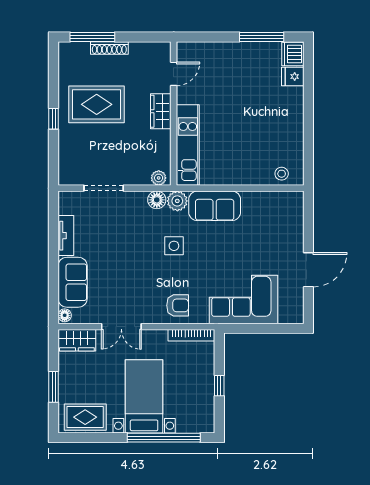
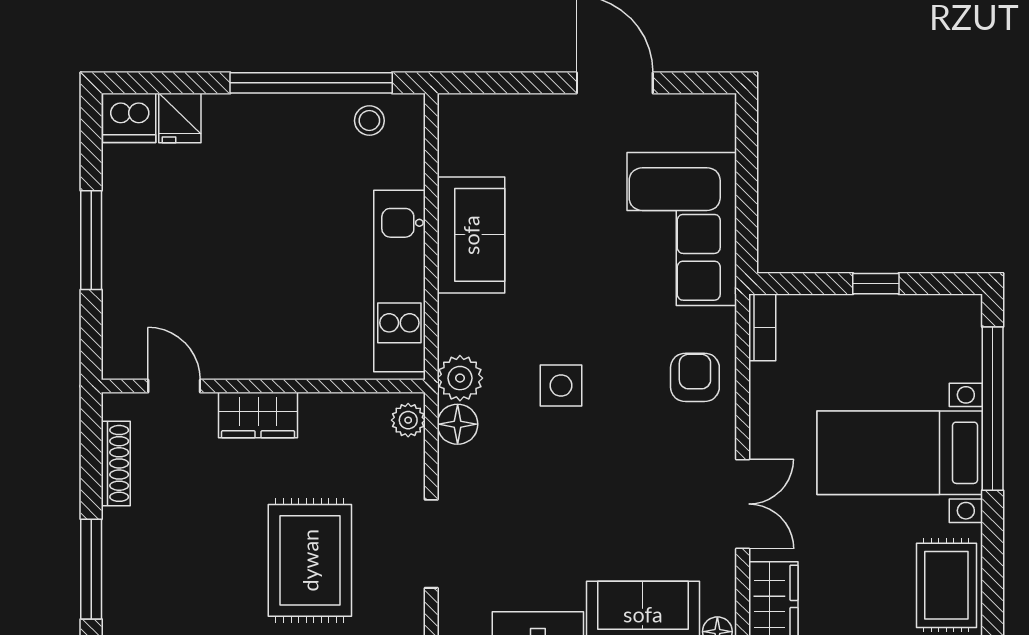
window: (262, 37) -> (91, 240), moved
shoe rack: (109, 48) -> (116, 463), moved
rug: (97, 104) -> (310, 560), moved
window: (308, 135) -> (311, 83), added
kitchen unit: (188, 145) -> (399, 281), moved, turned -90
stool: (282, 174) -> (369, 121), moved
sofa: (215, 206) -> (471, 235), moved
bookcase: (191, 335) -> (762, 327), width x0.64

